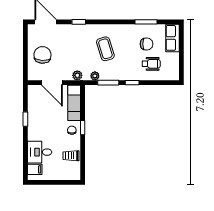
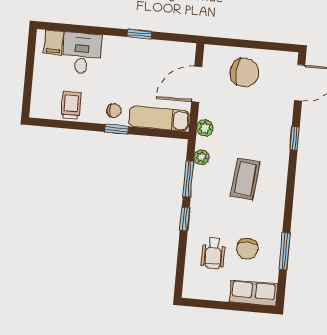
coffee table: (105, 49) -> (245, 179), turned -67

